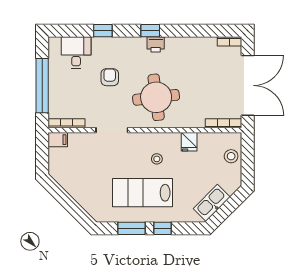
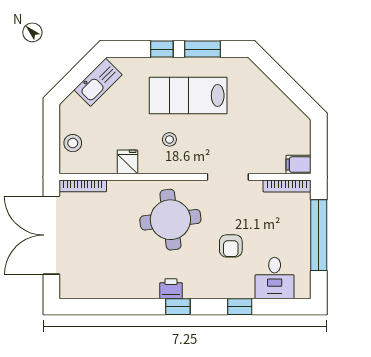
bookcase: (229, 41) -> (75, 293), removed
lab bench: (142, 193) -> (188, 96), turned 180

